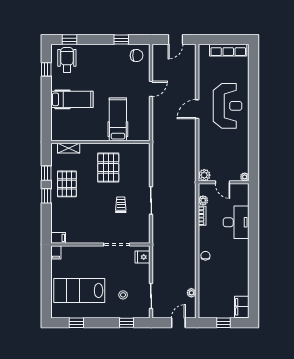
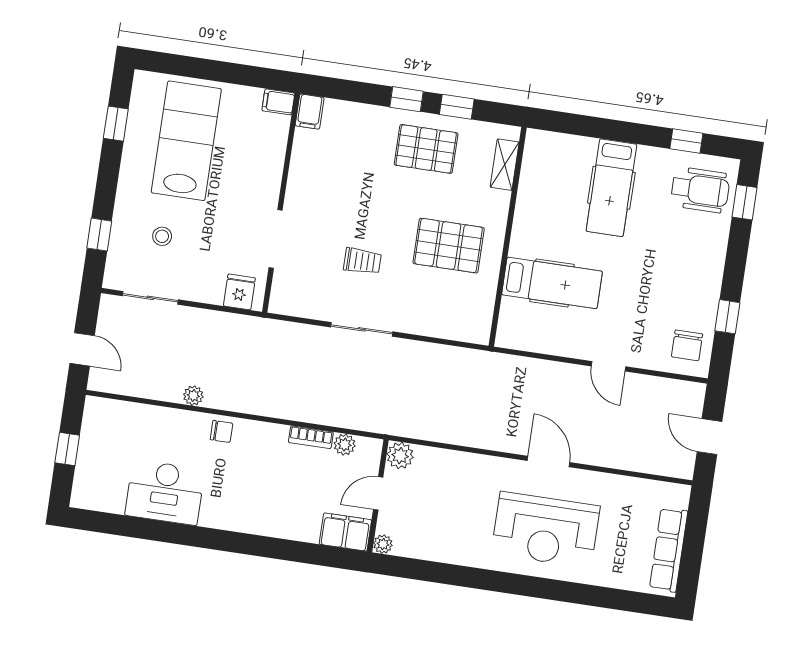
desk: (236, 222) -> (165, 492), moved
plant: (191, 293) -> (193, 396), moved
filing cabinet: (242, 307) -> (345, 532), moved

